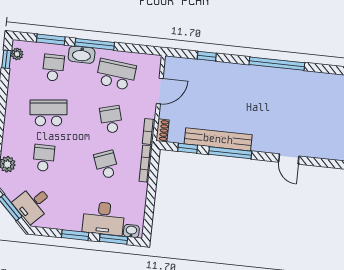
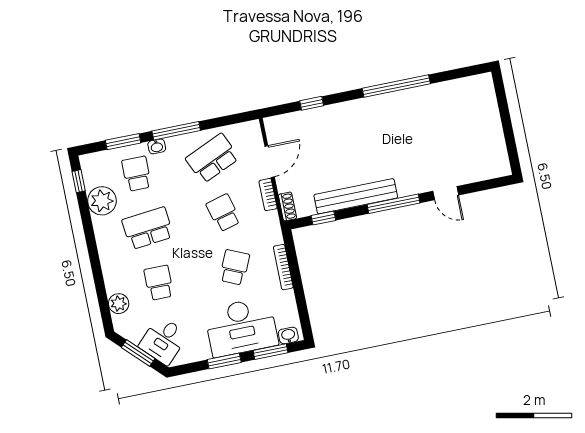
plant: (17, 54) -> (102, 201), moved, width x1.88, depth x1.88
washbasin: (82, 55) -> (157, 146), width x0.52, depth x0.69
school desk: (116, 74) -> (212, 158), turned -30
bookcase: (149, 132) -> (268, 195), moved
window: (230, 153) -> (394, 204), moved
bookcase: (146, 164) -> (283, 267), moved
school desk: (106, 165) -> (235, 267), turned 45
desk: (104, 218) -> (241, 327), width x1.36, depth x1.30

